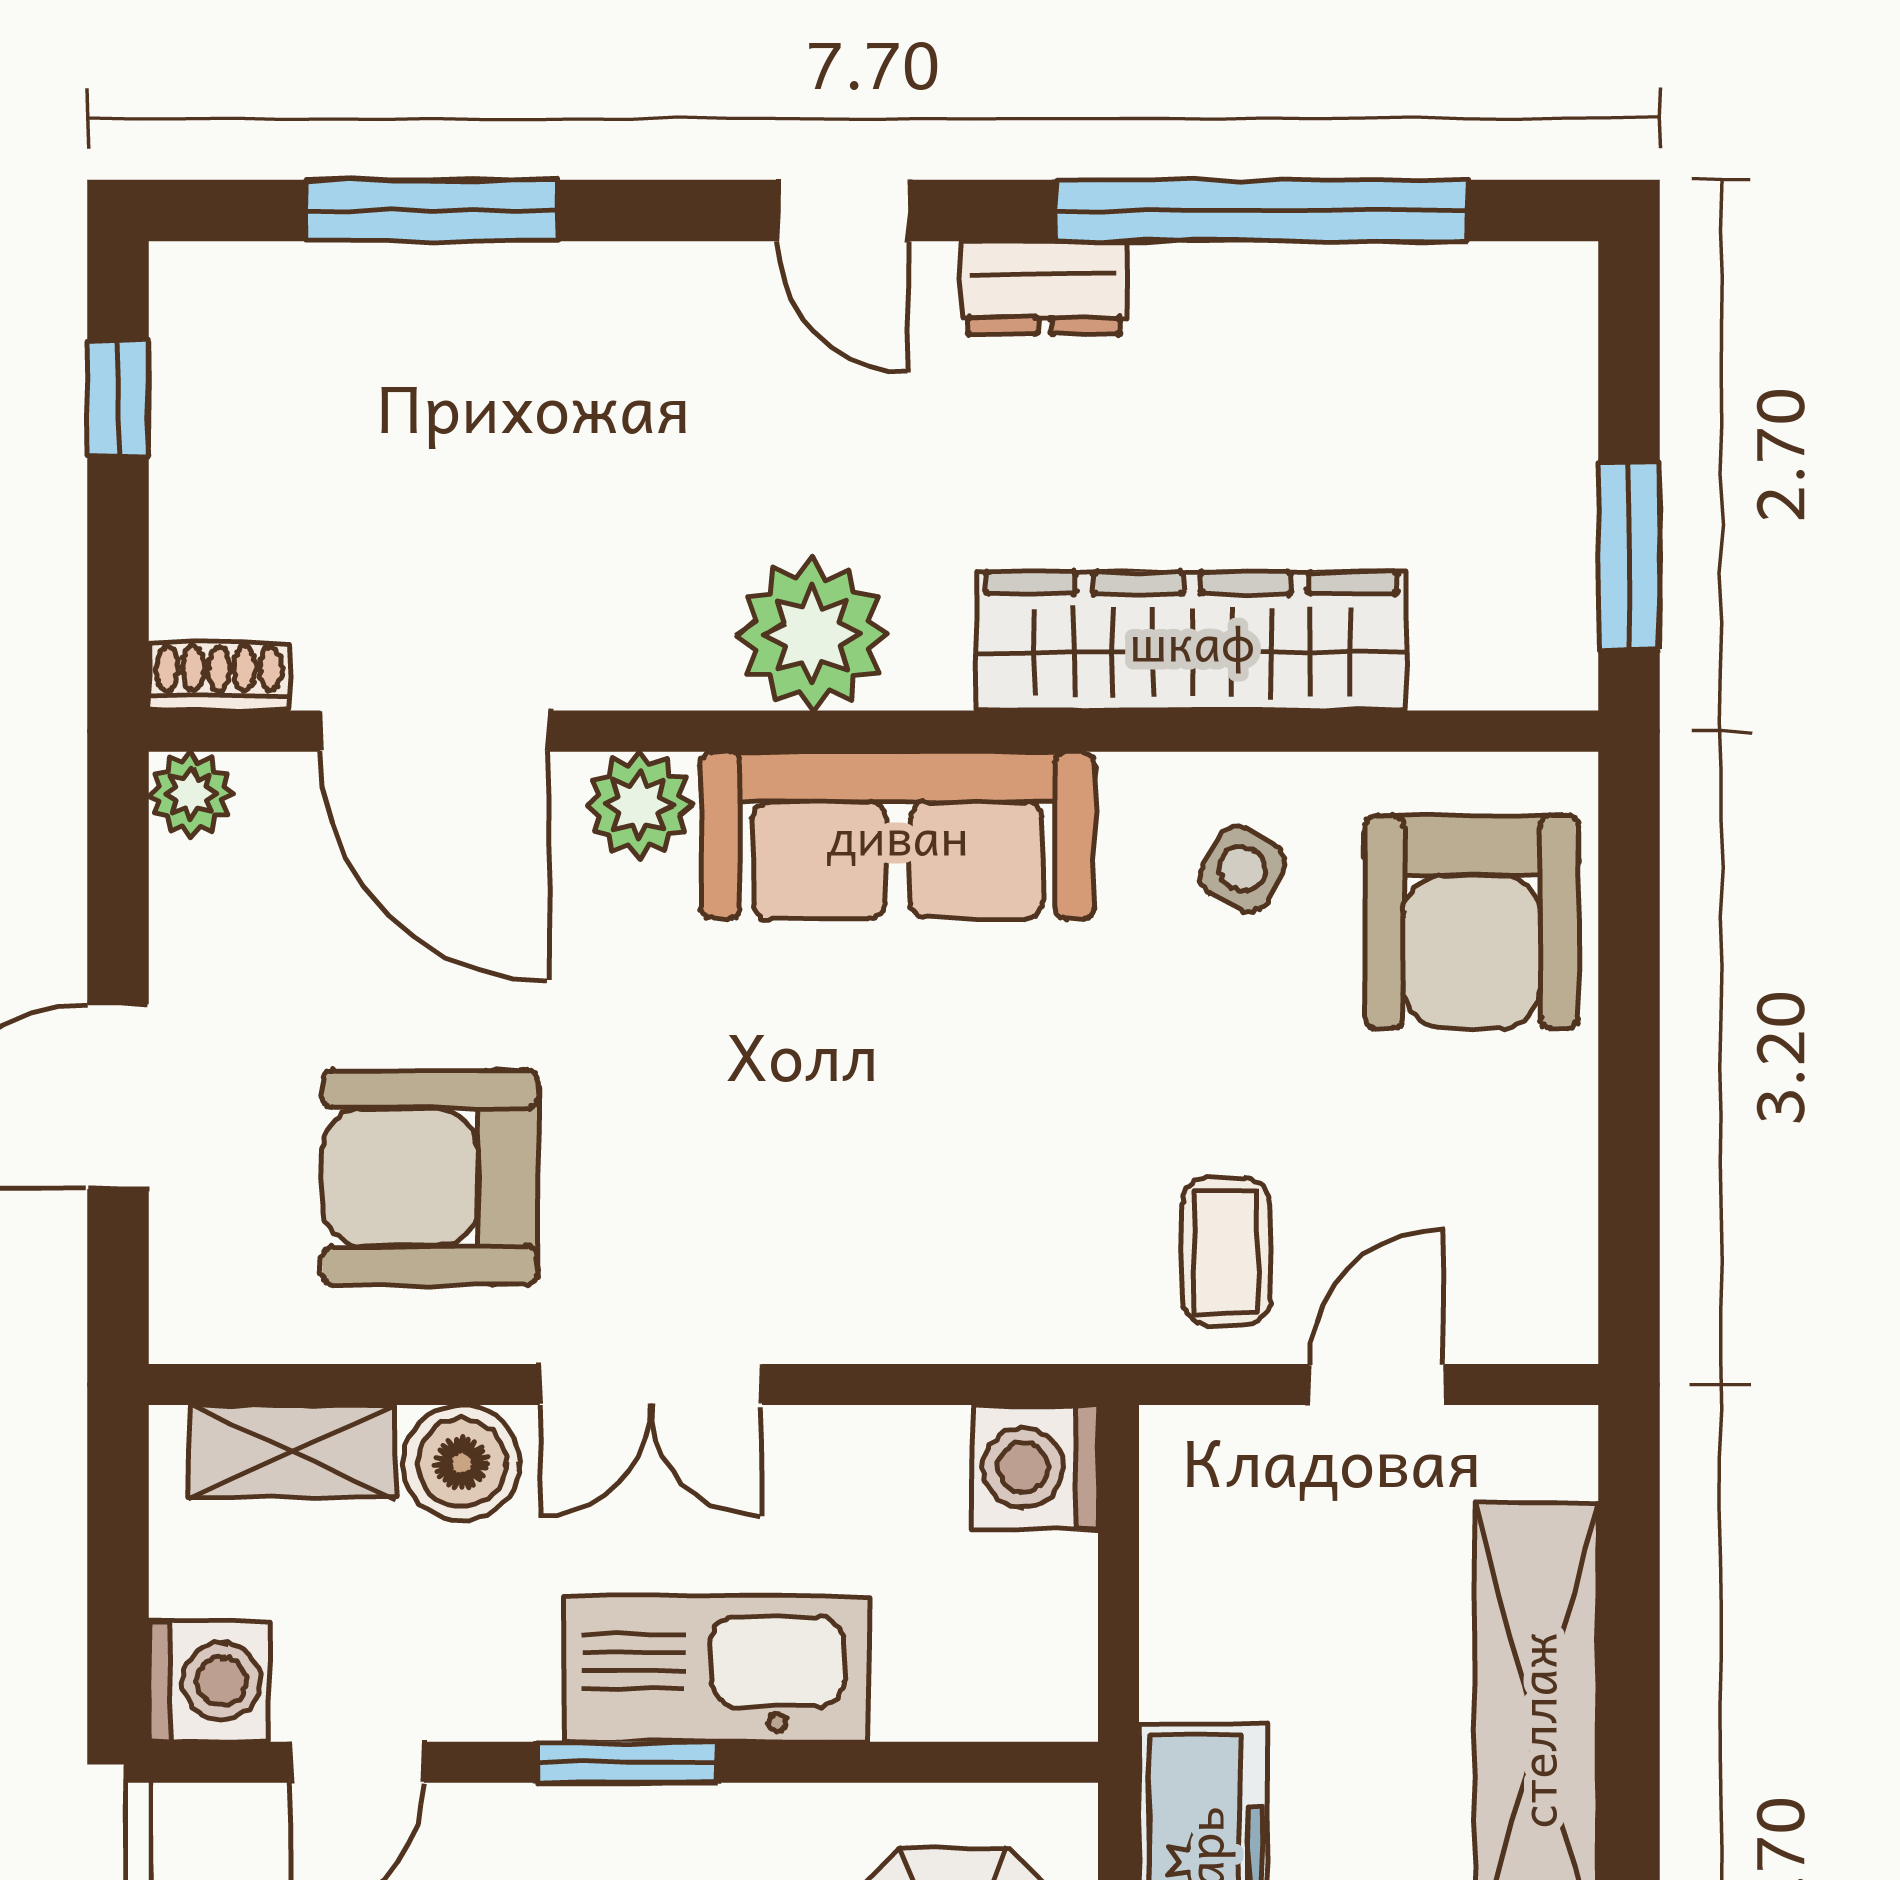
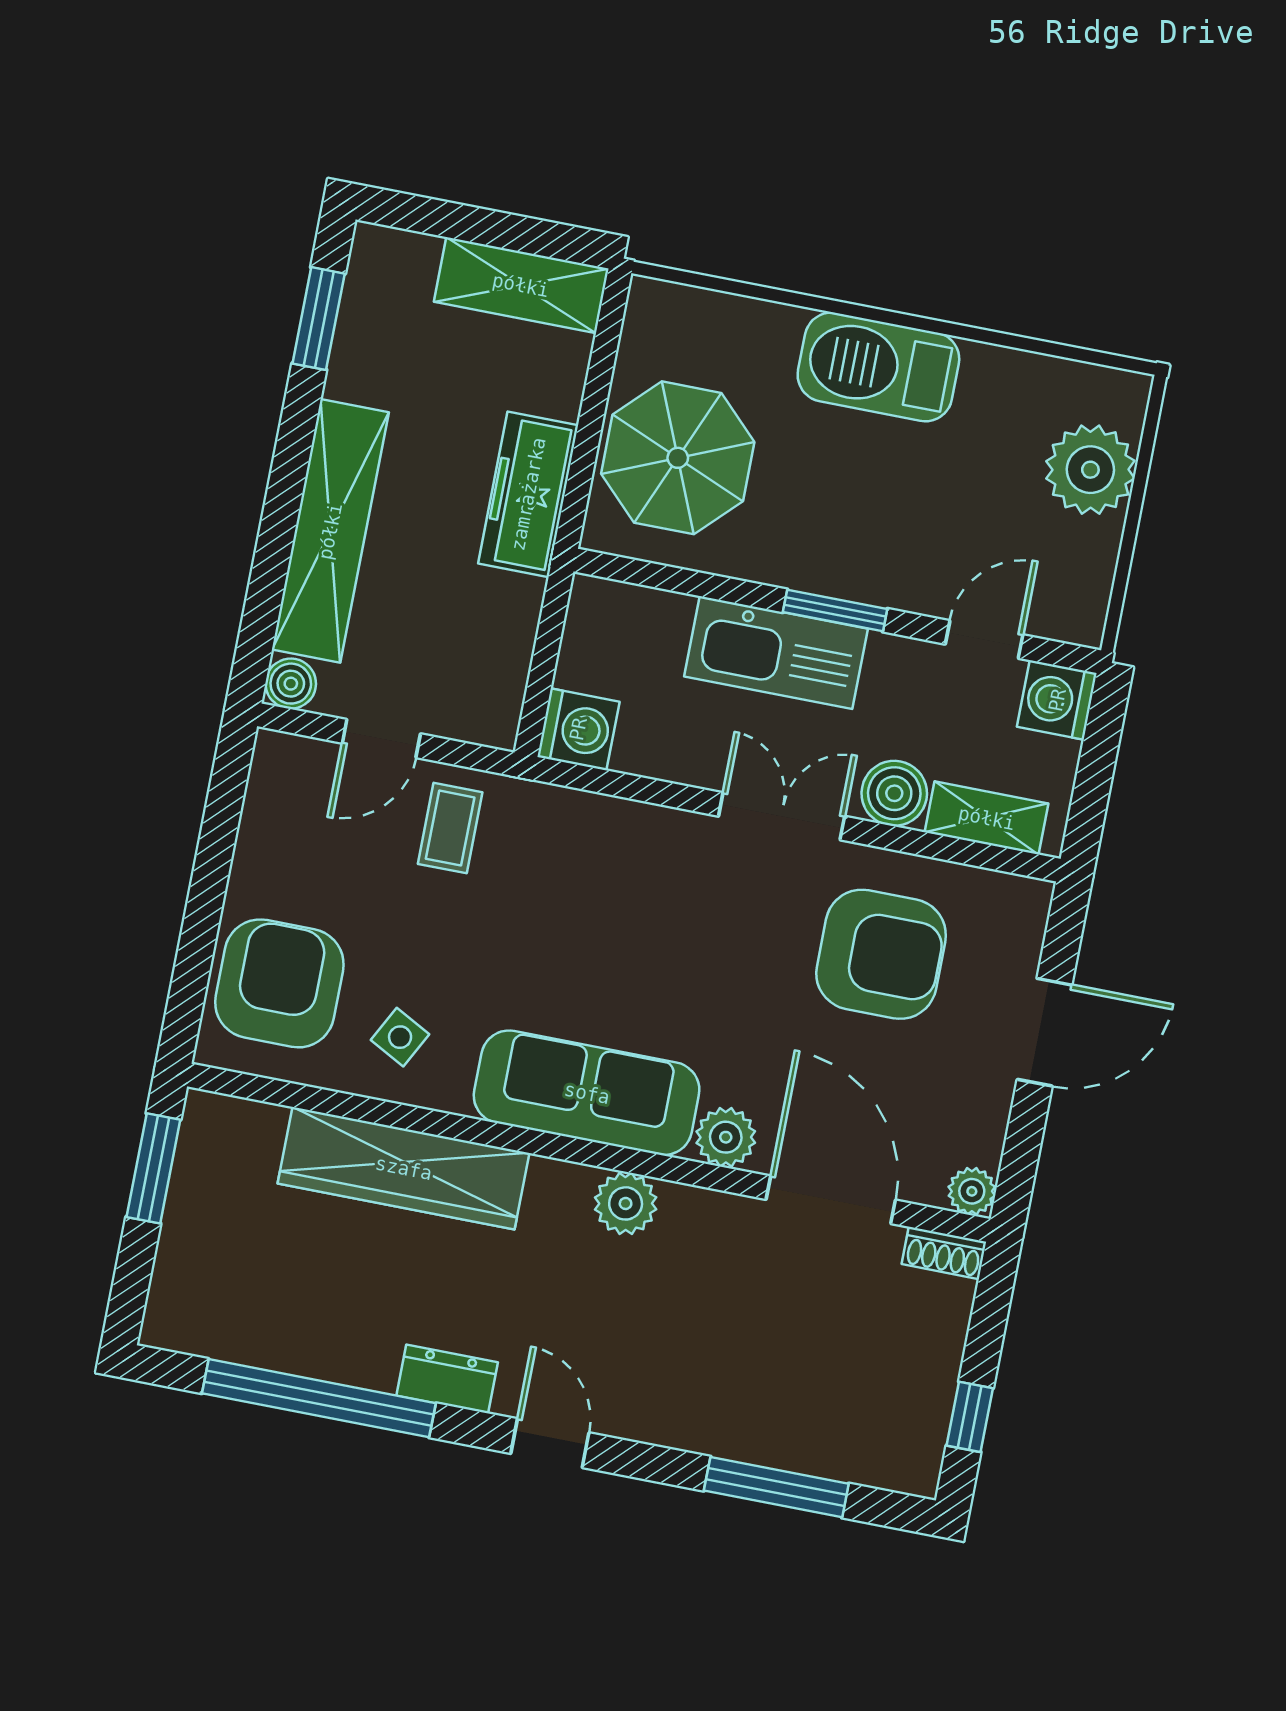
plant: (812, 635) -> (626, 1203), width x0.73, depth x0.73
boiler: (1554, 1450) -> (291, 684), added

